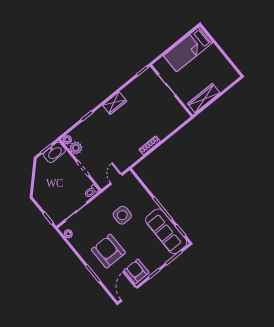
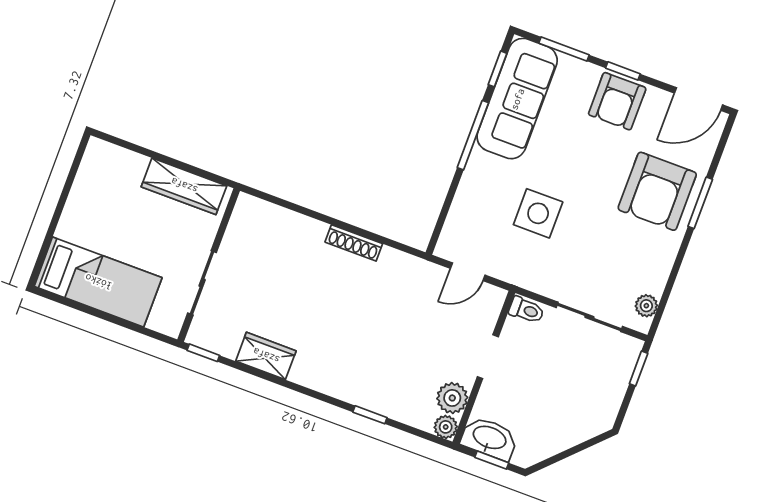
wardrobe: (115, 103) -> (266, 356), moved
armchair: (108, 251) -> (657, 191), moved
armchair: (137, 271) -> (617, 101), moved

